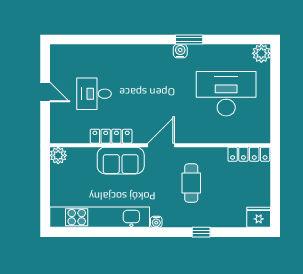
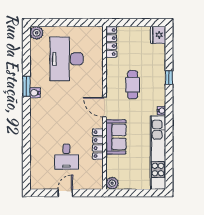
cafe table: (191, 183) -> (133, 85), turned 90

